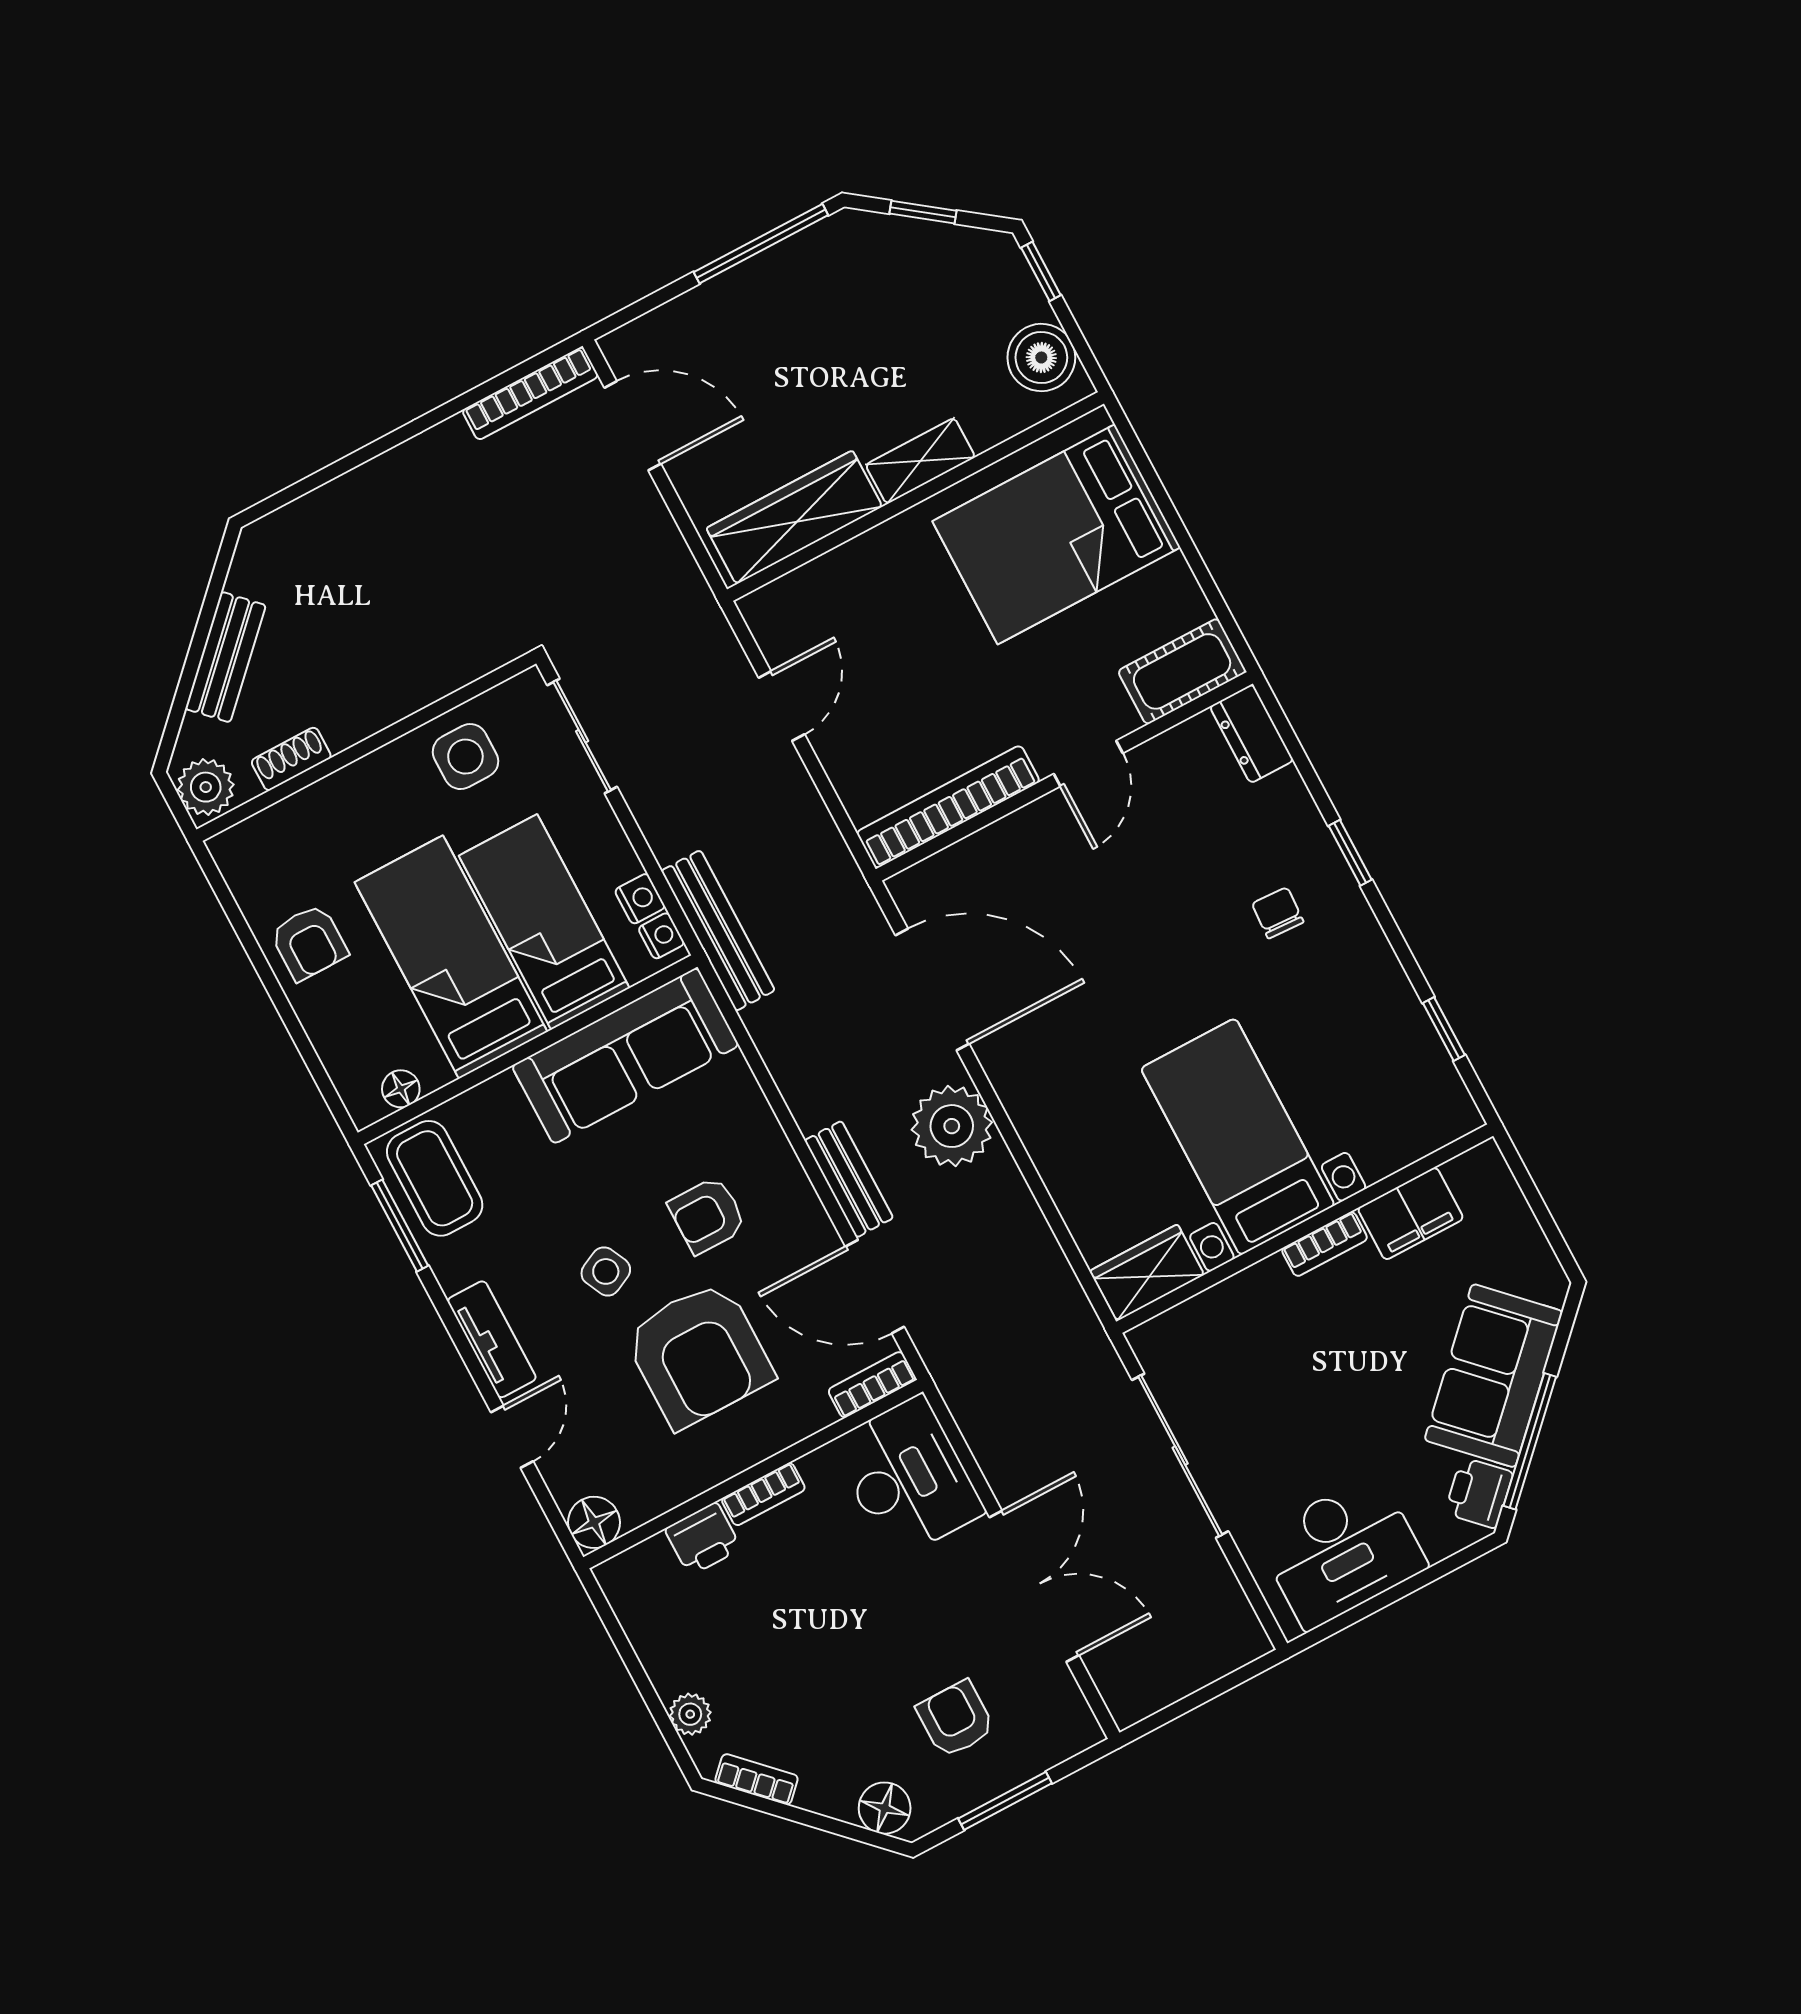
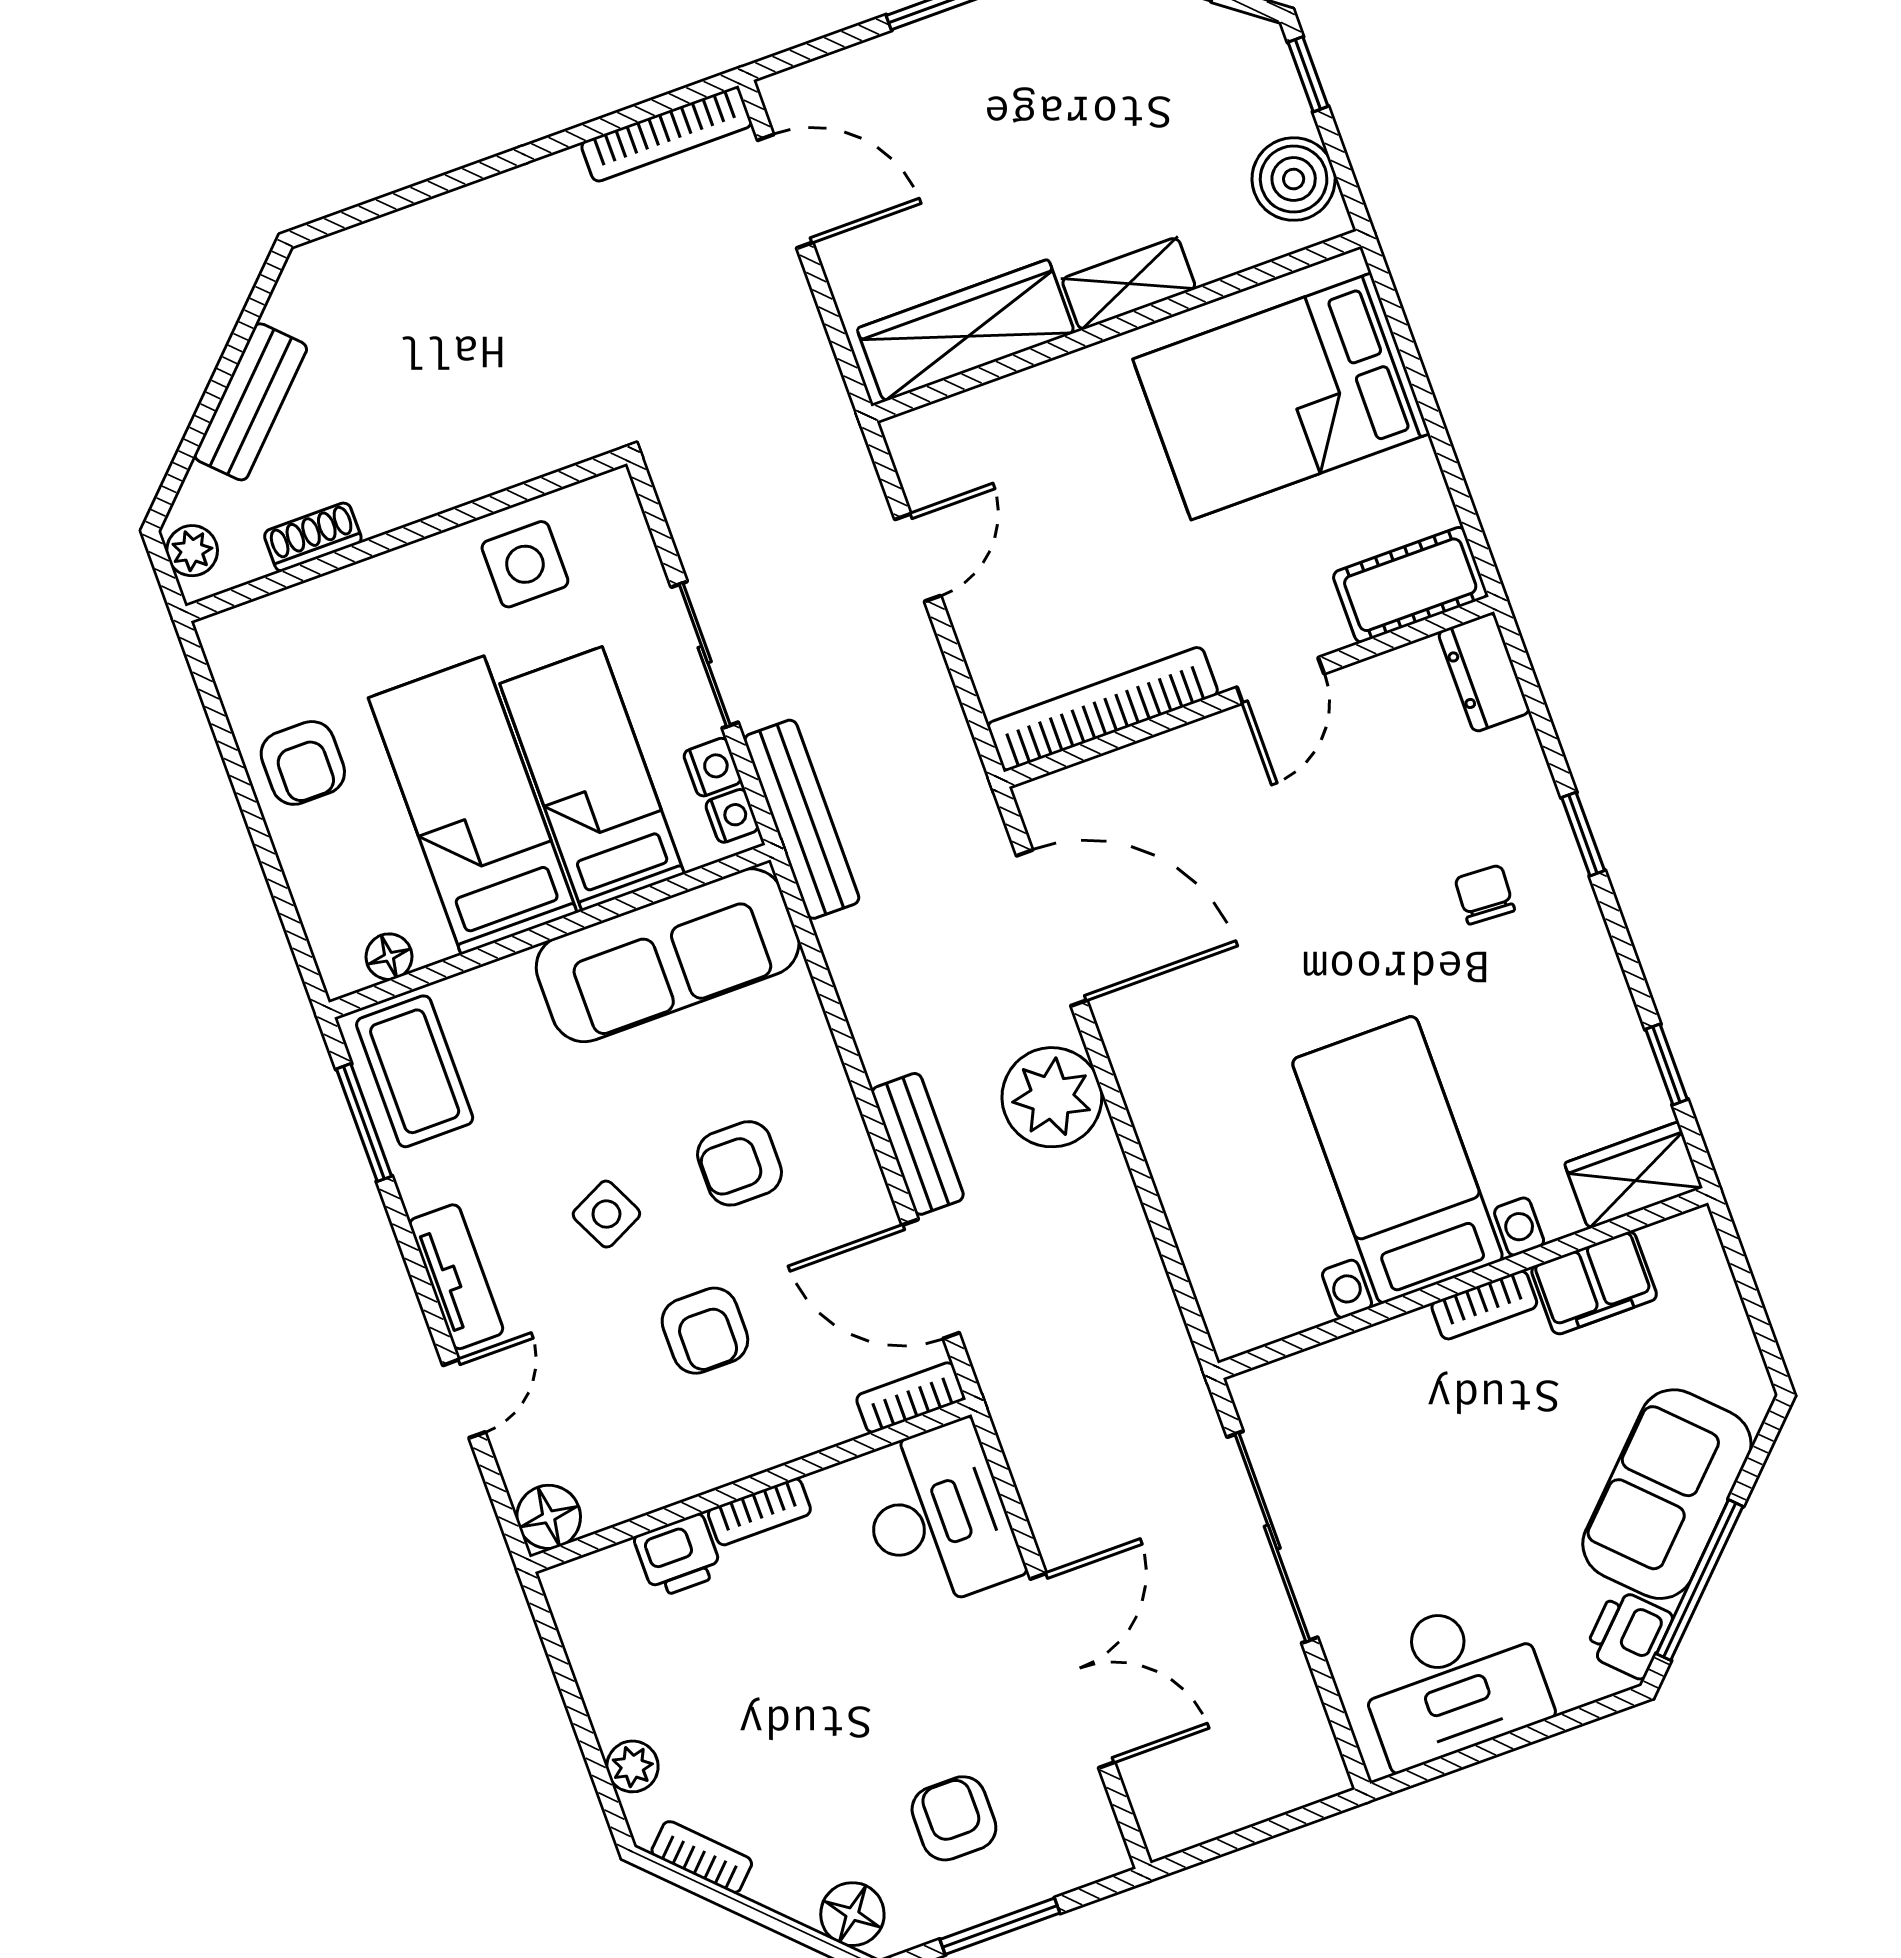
sliding door: (582, 736) -> (705, 655), moved
plant: (206, 787) -> (192, 551), width x0.73, depth x0.73
wardrobe: (1147, 1273) -> (1633, 1175), moved
armchair: (699, 1354) -> (705, 1331), width x0.53, depth x0.53

